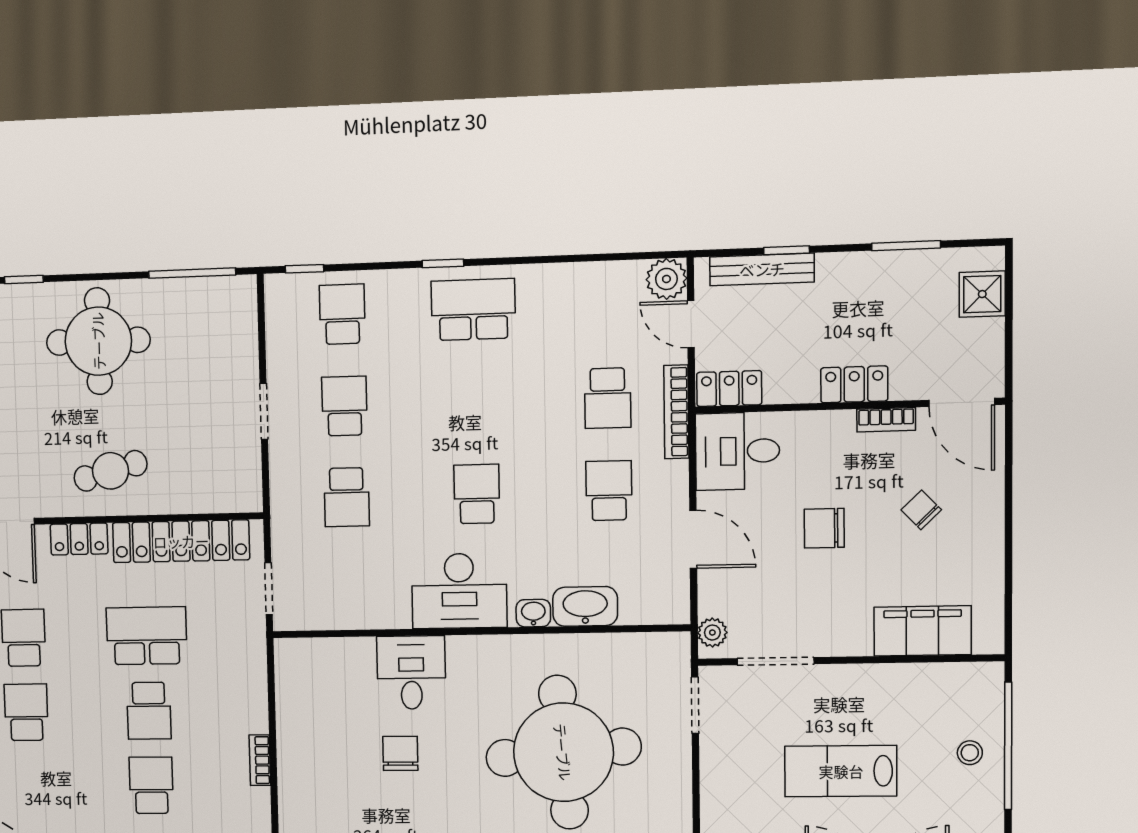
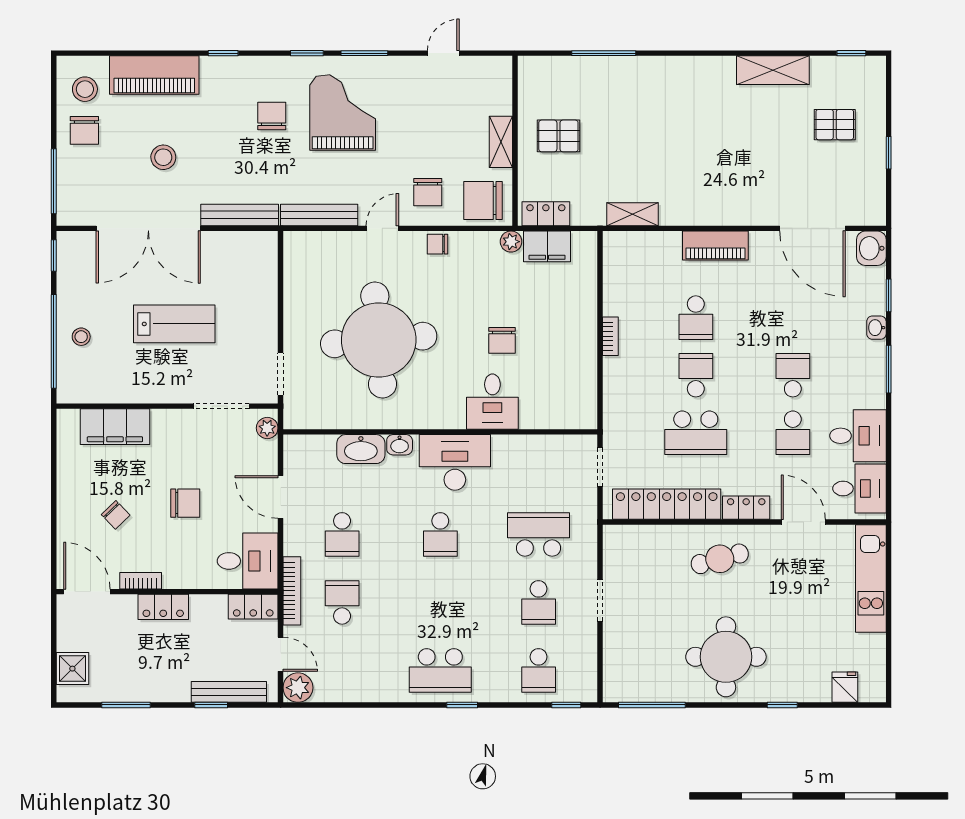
school desk: (347, 497) -> (539, 534), width x1.85
school desk: (26, 712) -> (793, 375), turned 180

